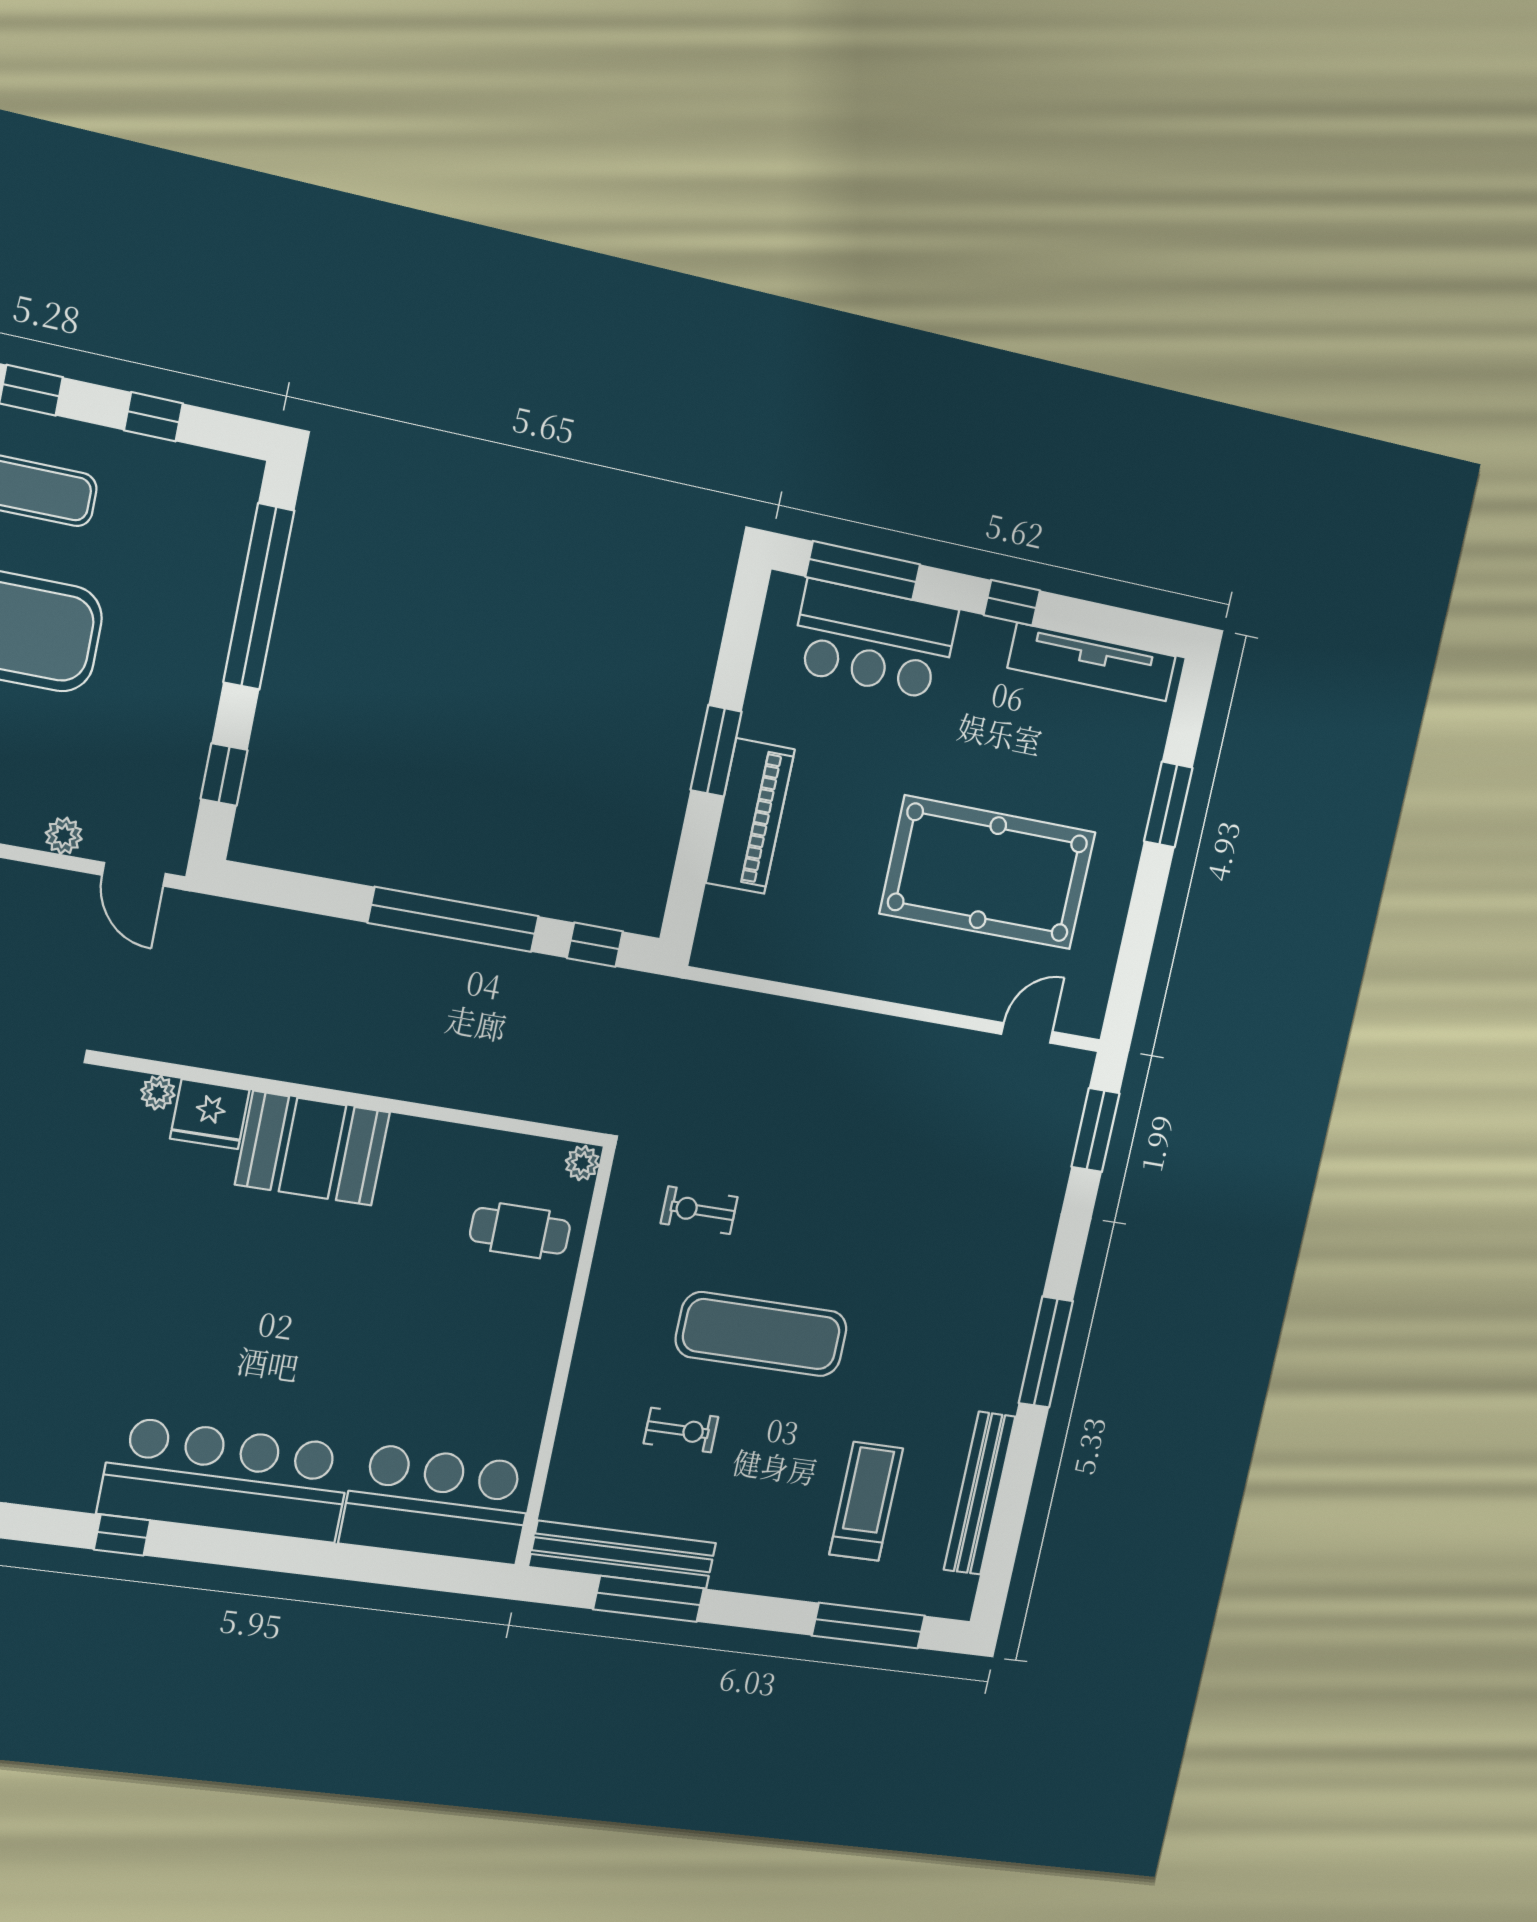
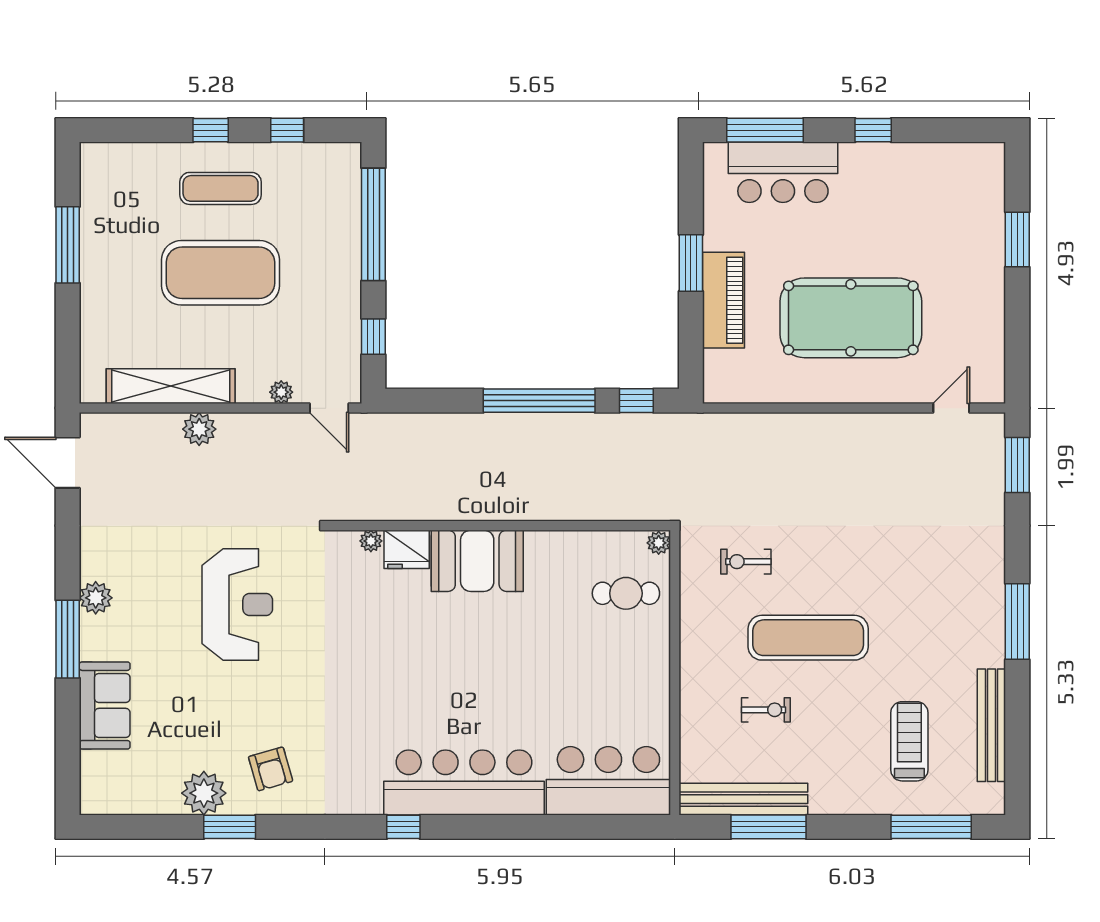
tv unit: (1092, 662) -> (939, 157), removed
pool table: (988, 873) -> (851, 318), moved

